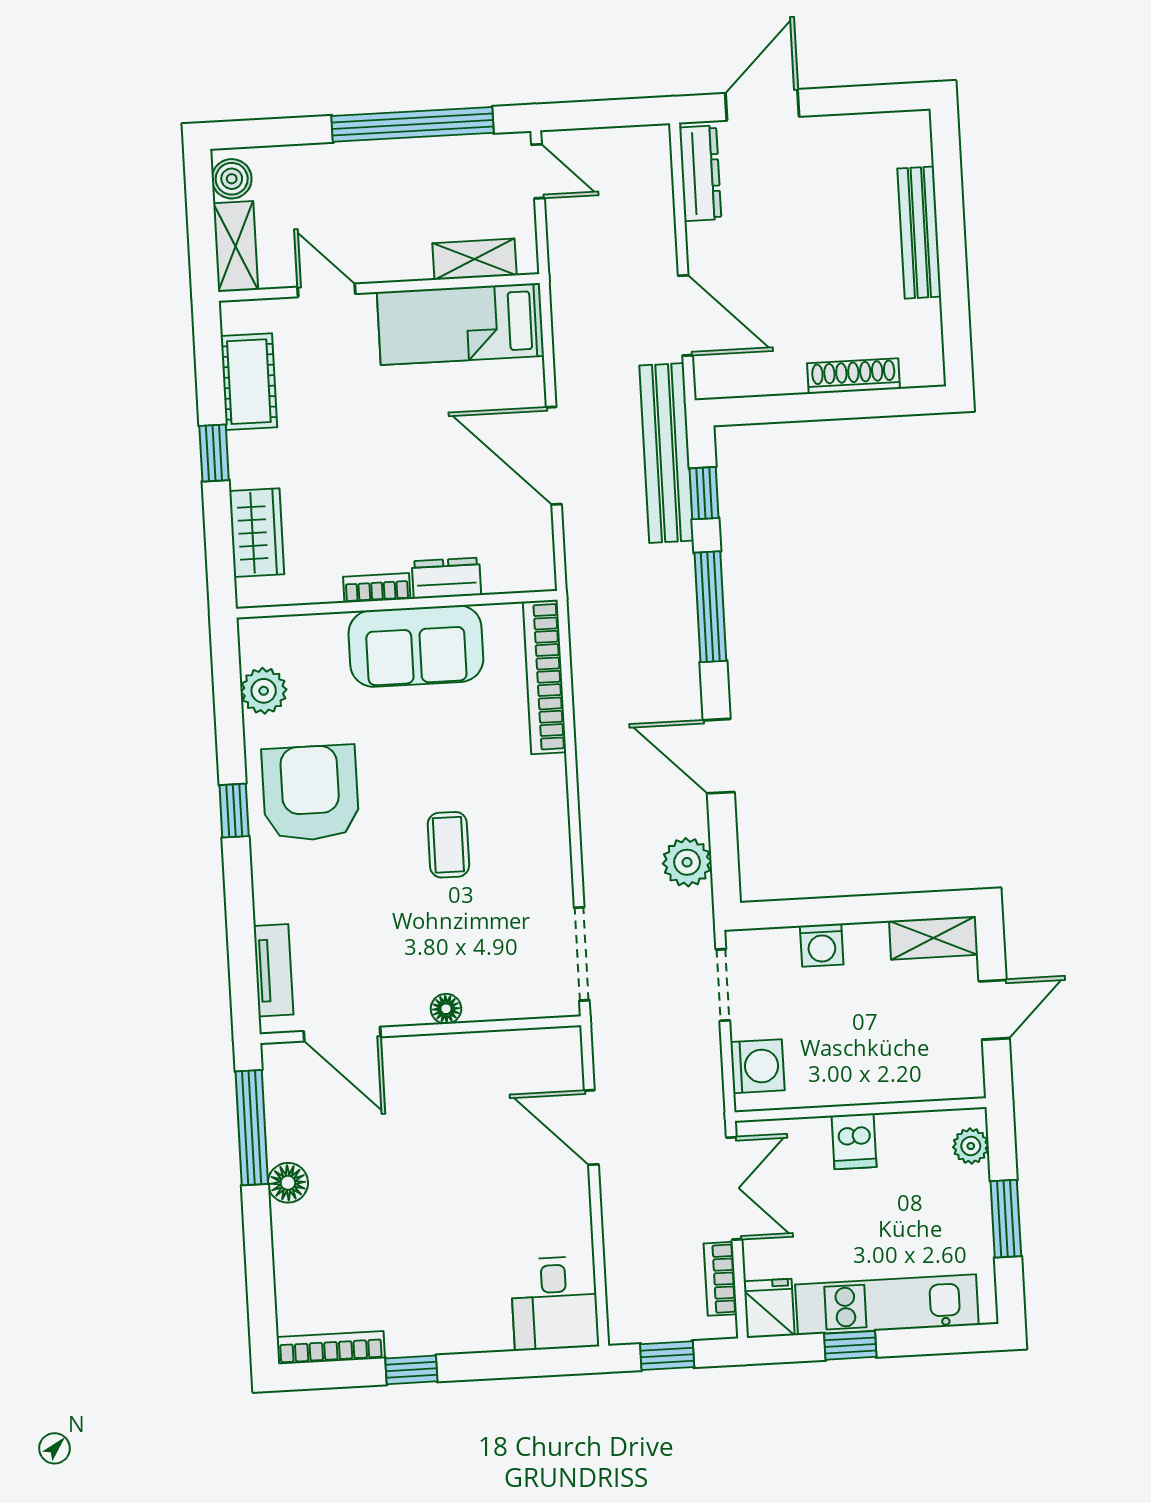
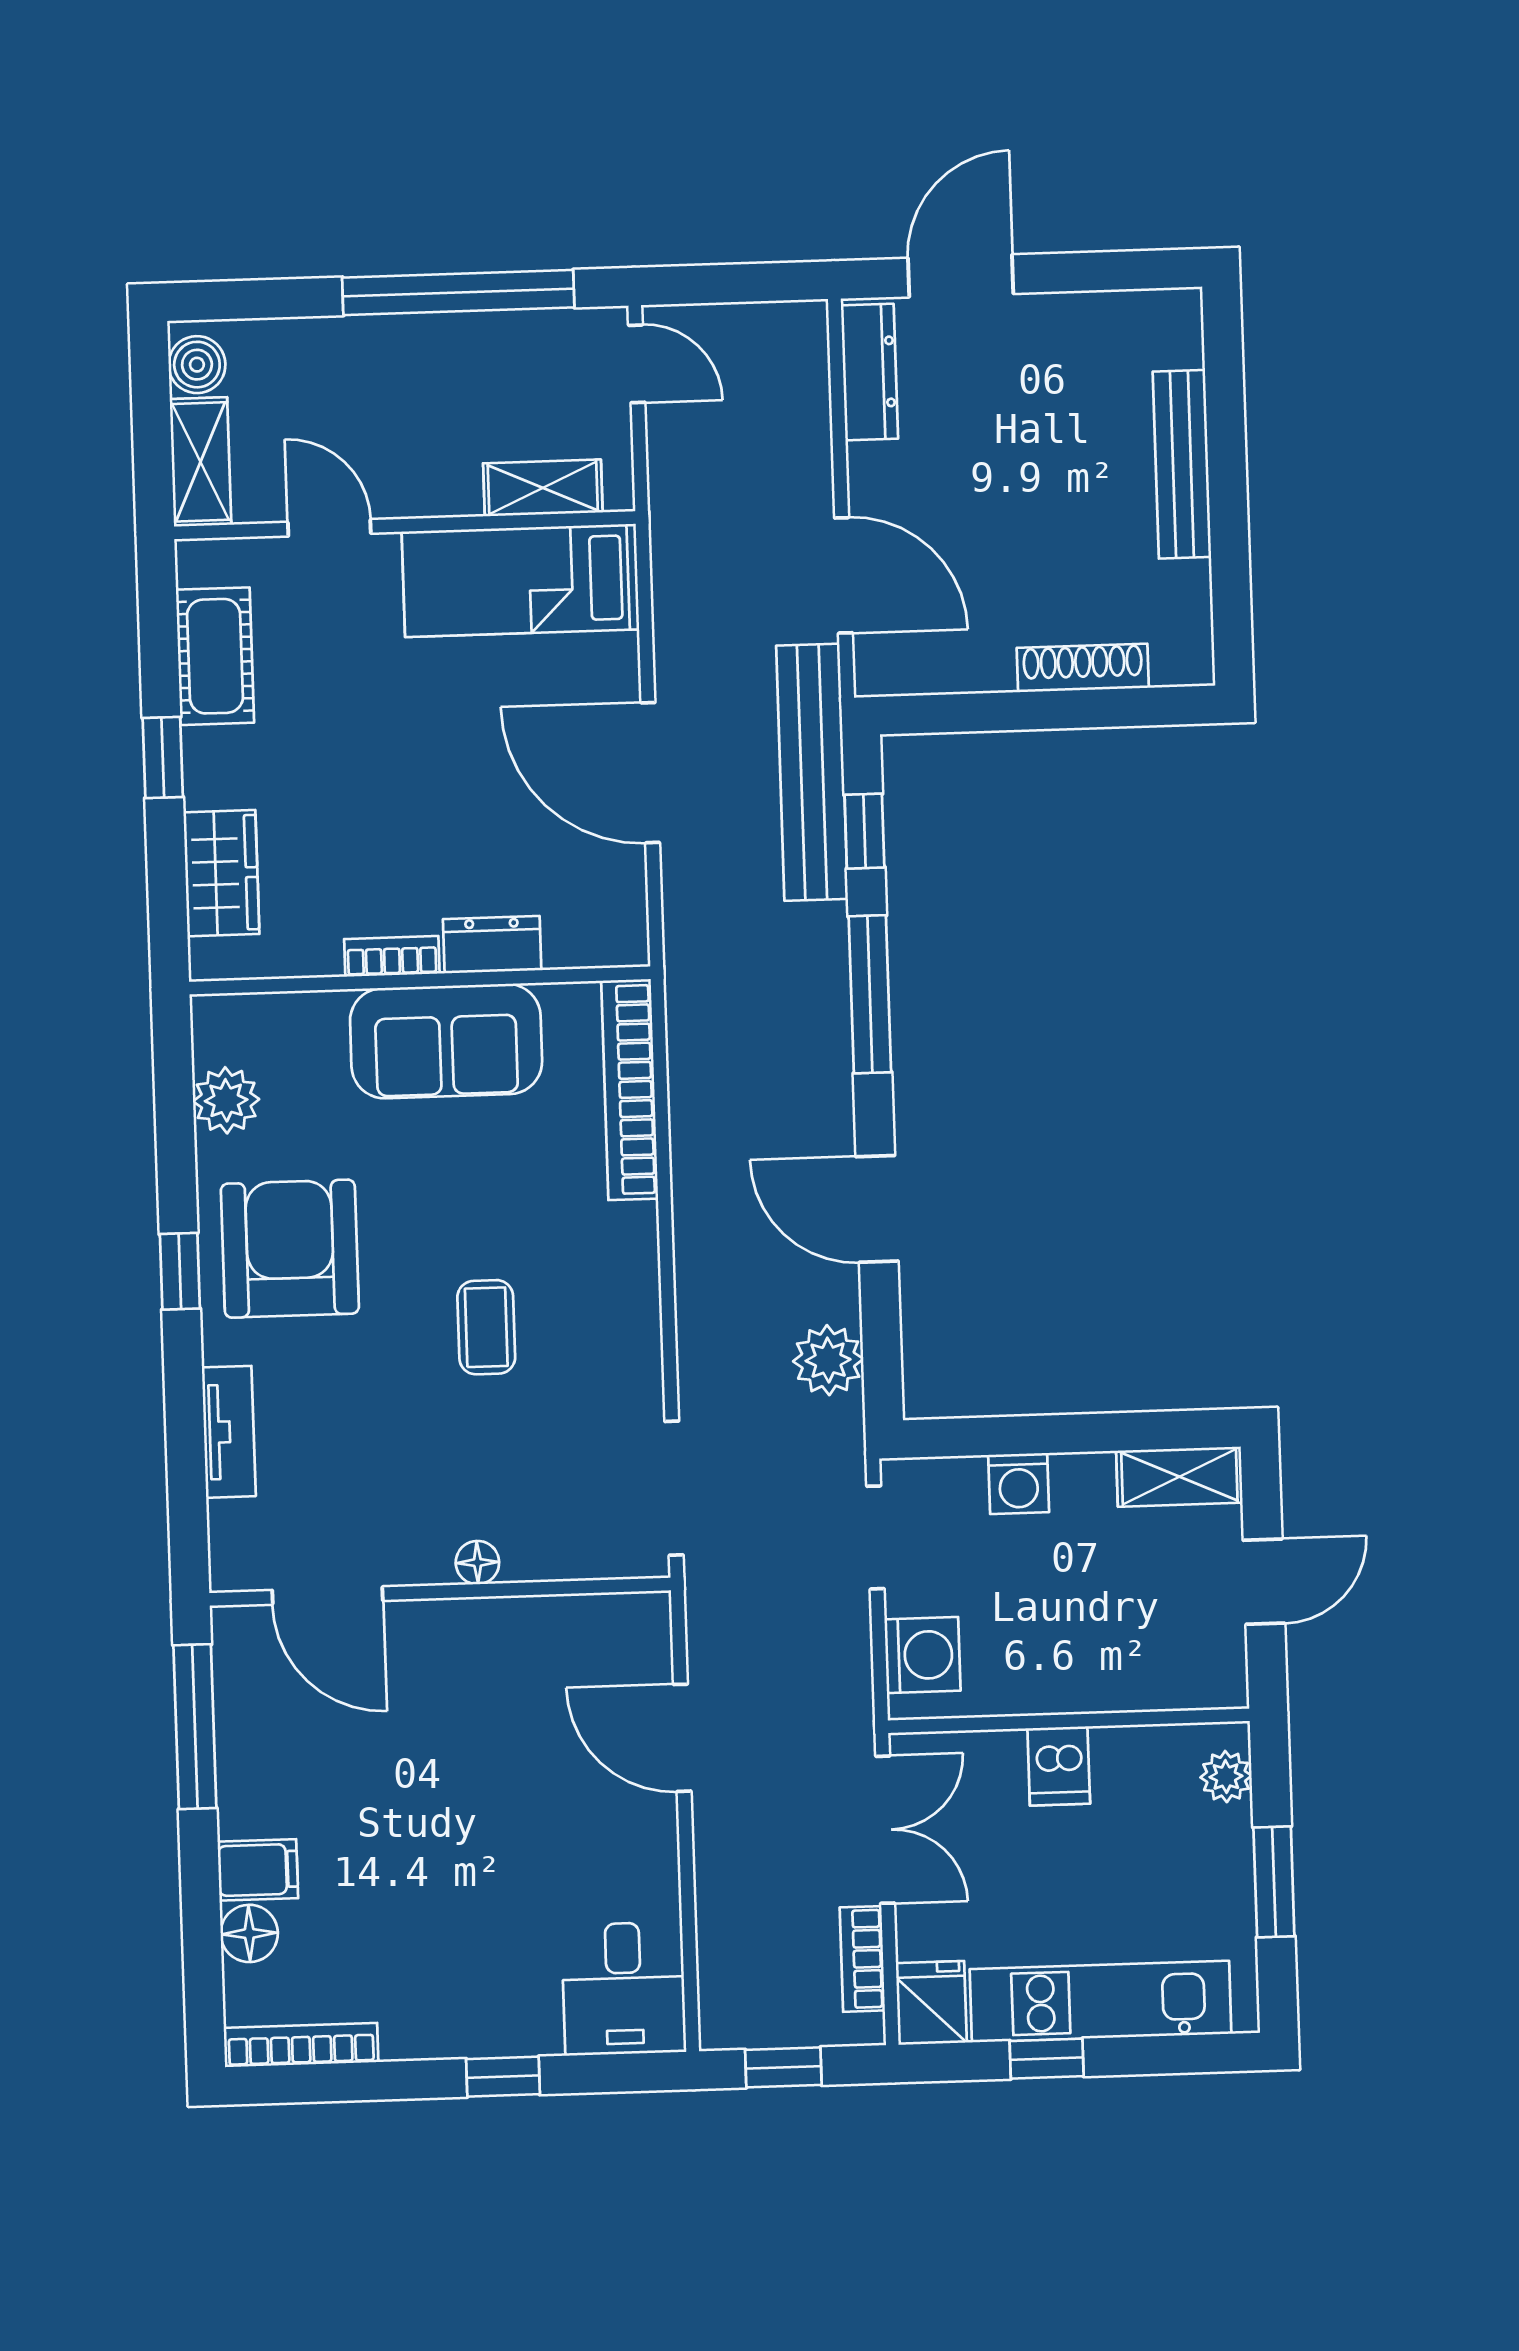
tv unit: (273, 970) -> (229, 1432), moved
floor lamp: (288, 1183) -> (249, 1933), moved
filing cabinet: (298, 1226) -> (258, 1870), added
window: (411, 1370) -> (503, 2077), moved

